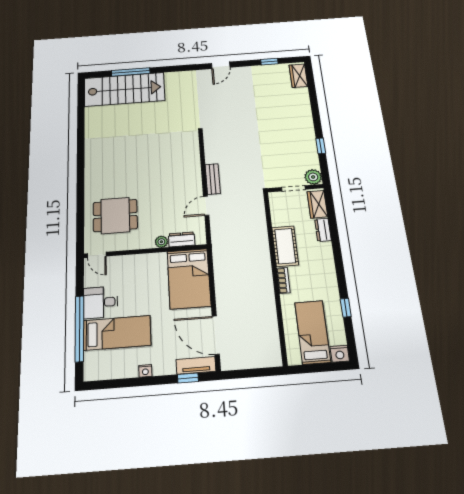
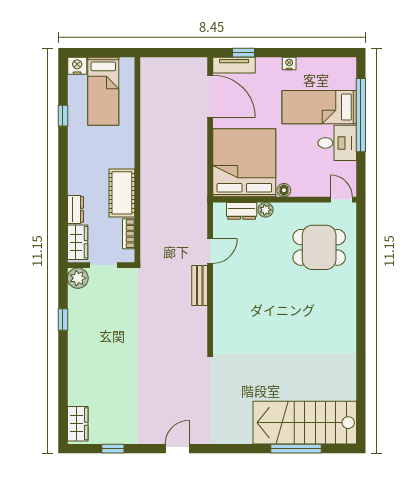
floor lamp: (146, 259) -> (284, 190), added
bed: (189, 279) -> (244, 163), width x1.36
bookcase: (283, 280) -> (129, 234), moved

